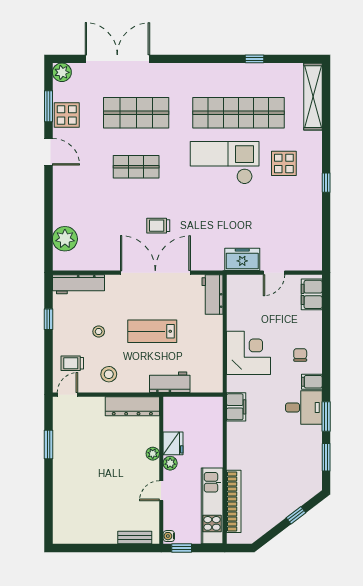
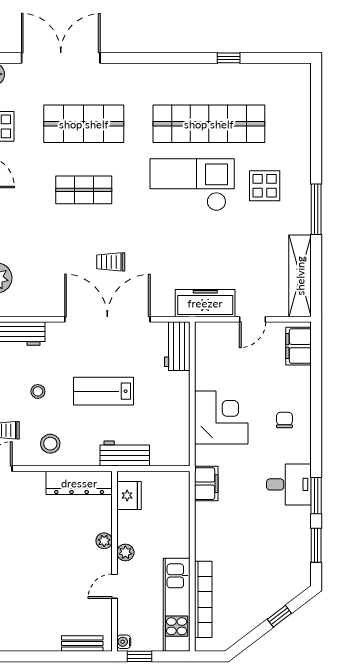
shelving: (313, 97) -> (300, 276), moved
window: (326, 183) -> (316, 209), width x2.17
freezer: (242, 259) -> (205, 303), width x1.40
filing cabinet: (312, 382) -> (299, 453), removed
fridge: (173, 443) -> (129, 495), moved

